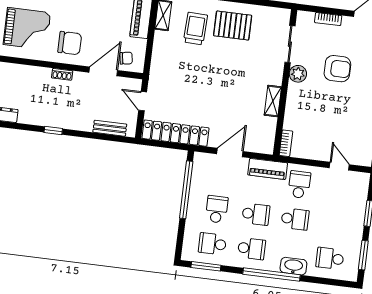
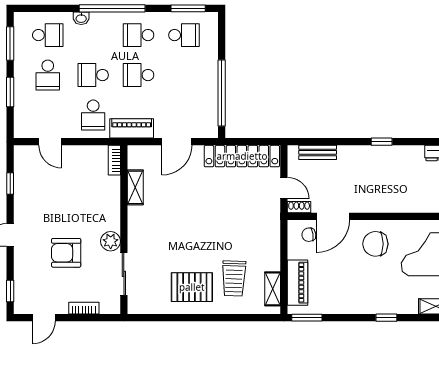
shoe rack: (62, 74) -> (299, 207), moved
shelving: (273, 101) -> (135, 187), moved
school desk: (217, 209) -> (48, 75), moved
washbasin: (293, 266) -> (81, 18), width x0.52, depth x0.69

